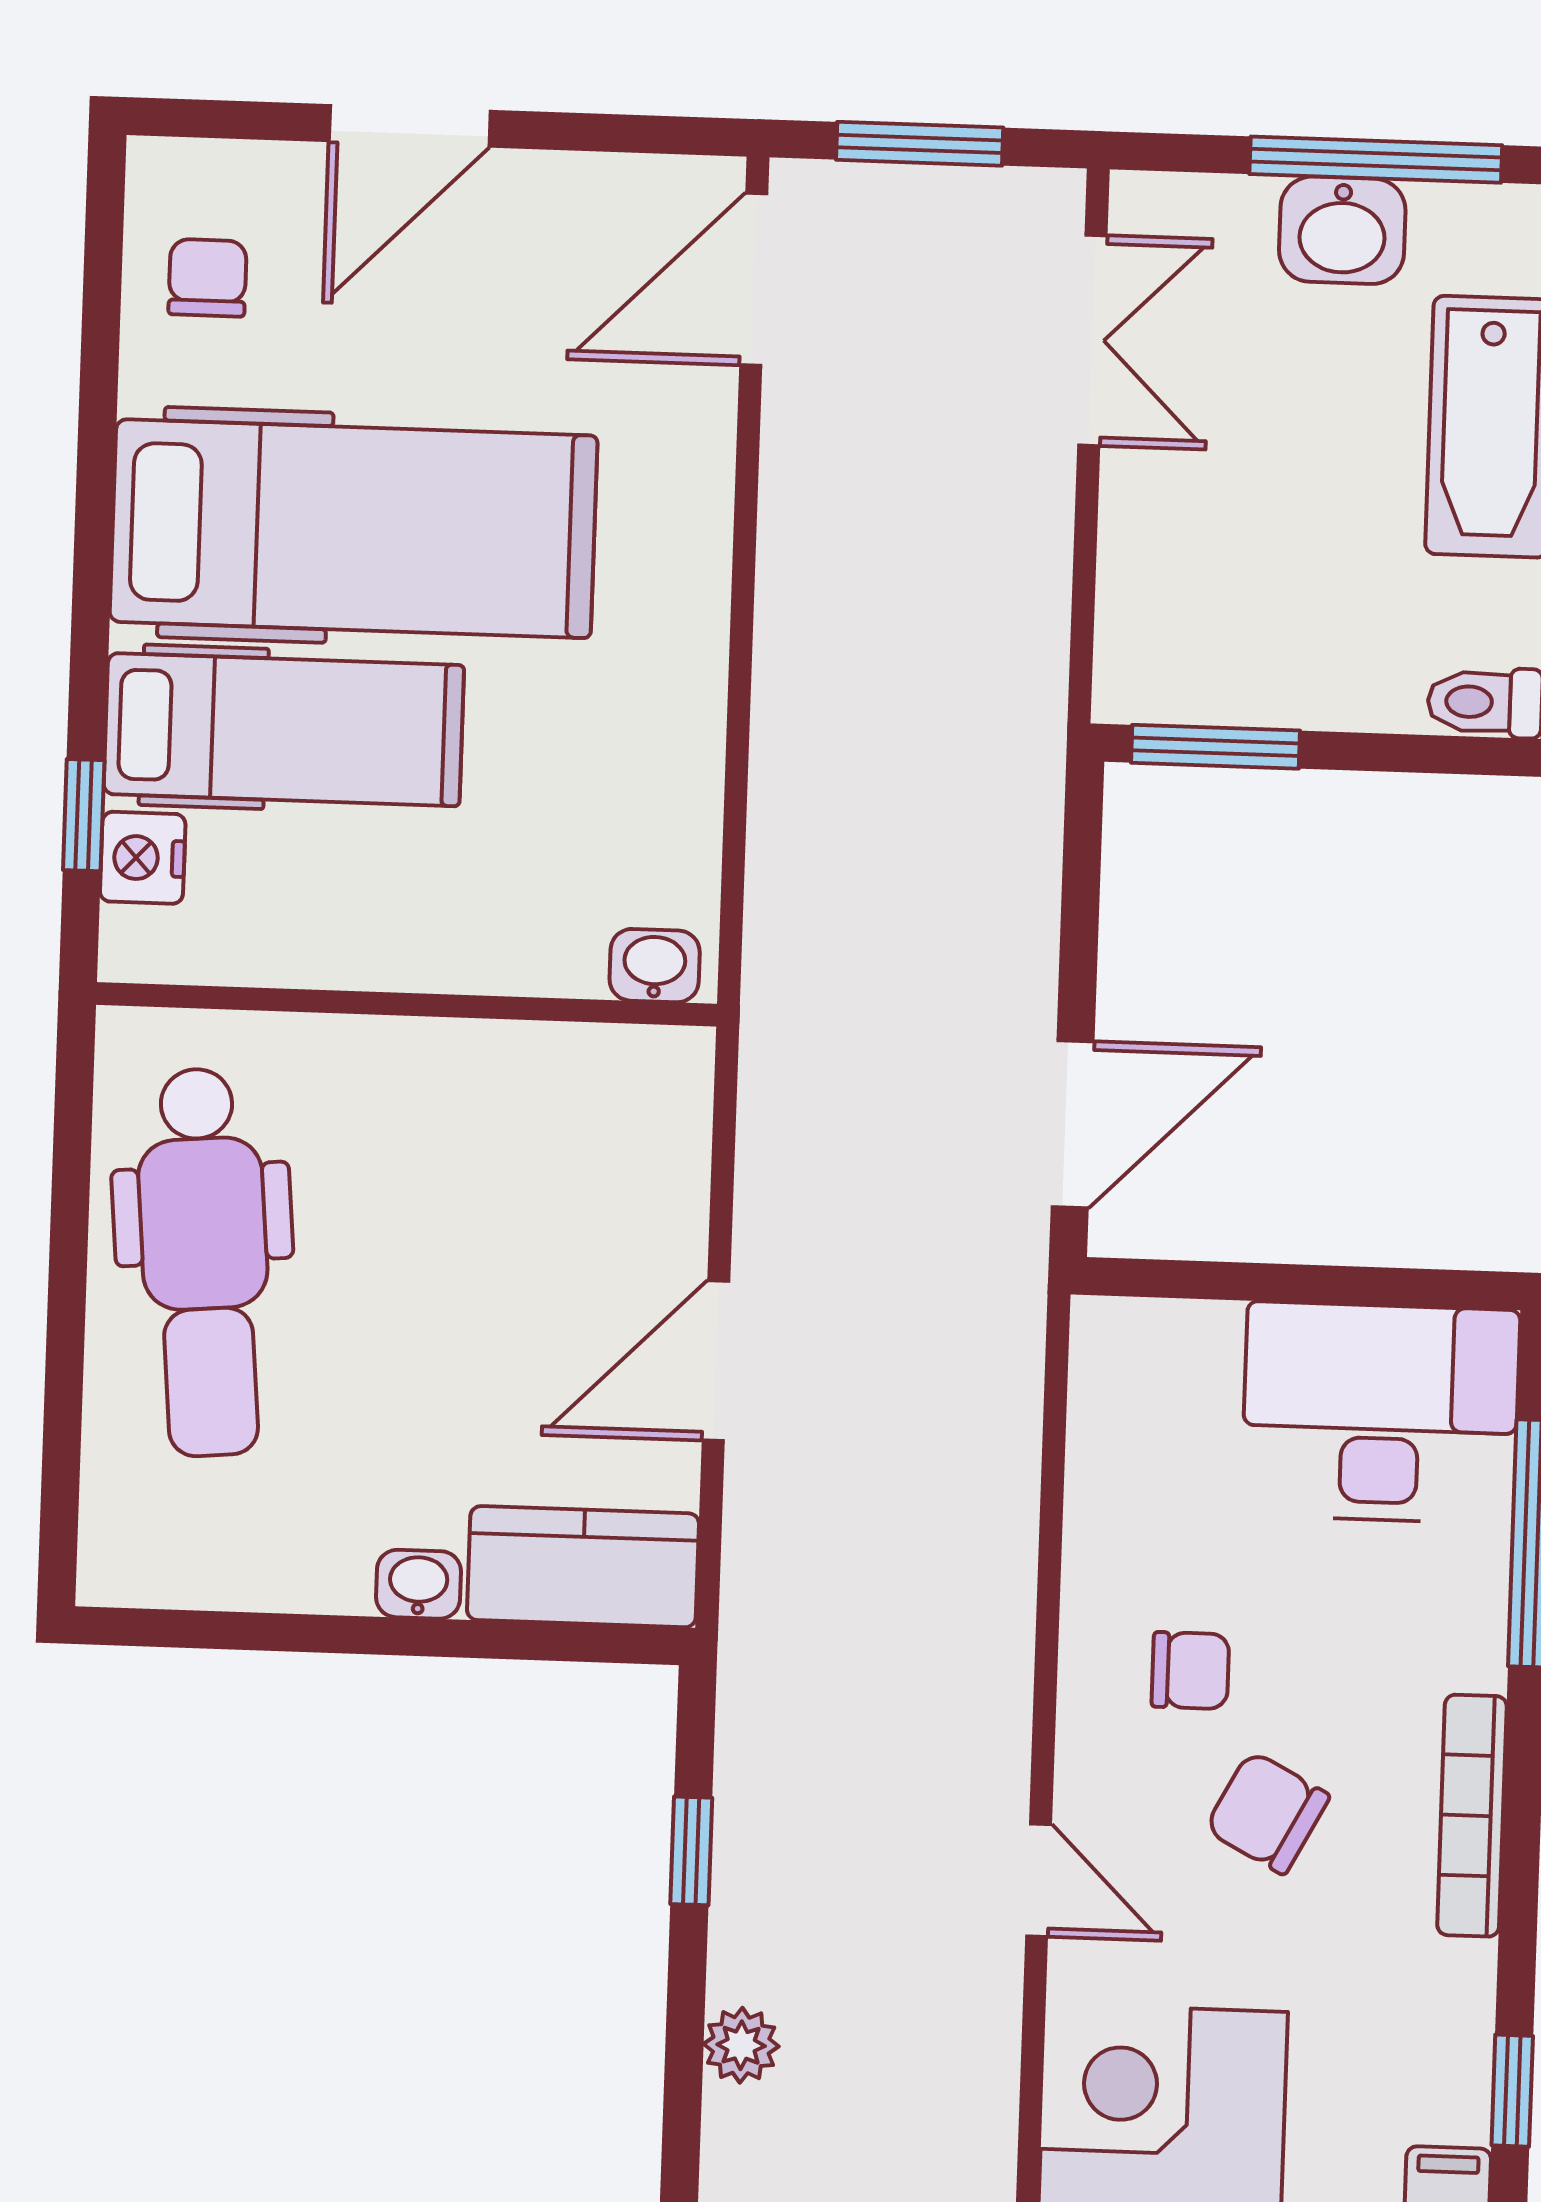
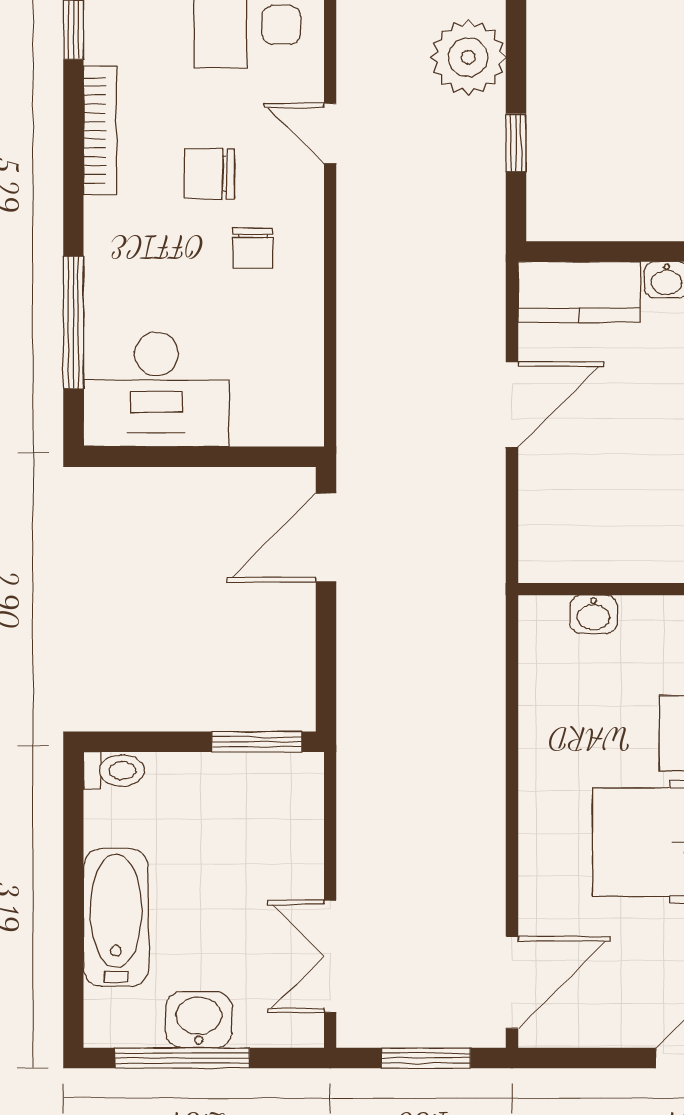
washbasin: (655, 966) -> (594, 614), moved
chair: (1190, 1671) -> (253, 248), turned -90
chair: (1267, 1813) -> (209, 174), turned 152
bookcase: (1472, 1816) -> (100, 131), moved
plant: (741, 2045) -> (468, 57), width x1.87, depth x1.87

